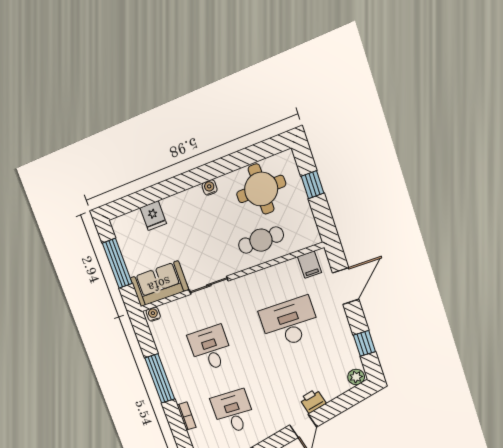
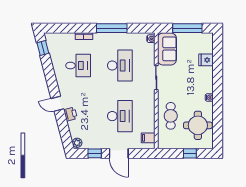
door: (346, 286) -> (119, 153), moved
desk: (210, 348) -> (120, 66), width x1.37

